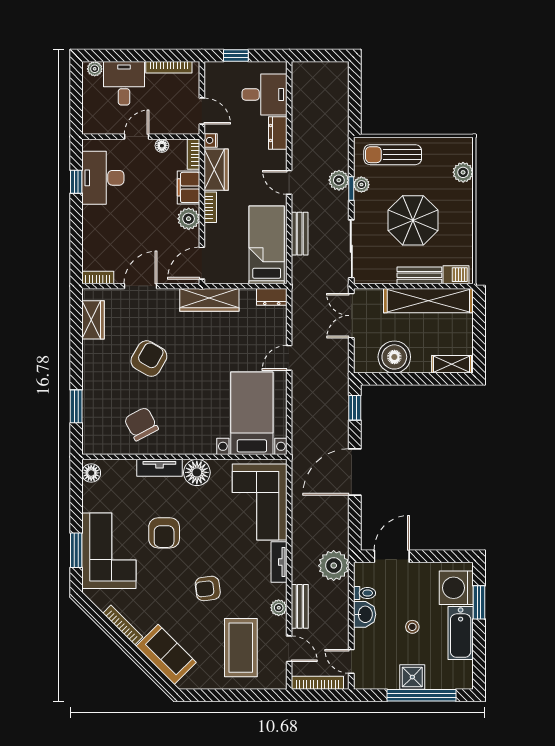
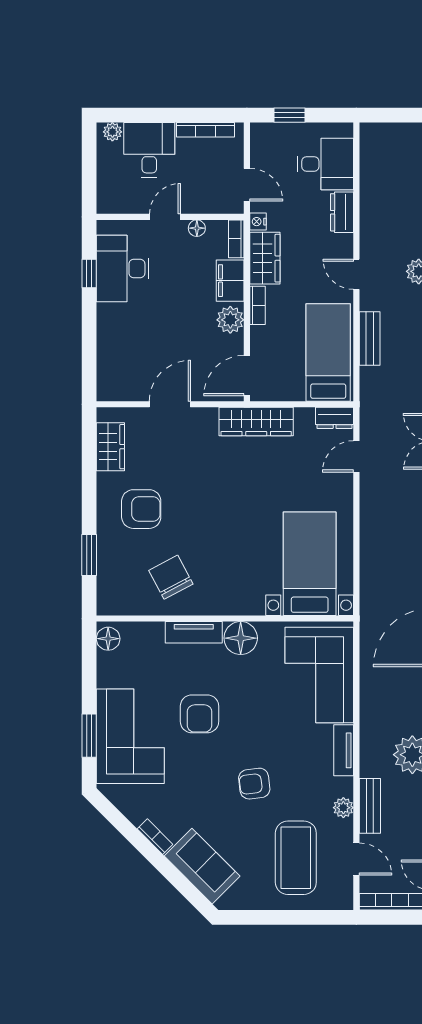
bookcase: (98, 277) -> (116, 393), removed
door: (289, 358) -> (356, 456), moved
armchair: (149, 359) -> (141, 509), moved, turned 60
bookcase: (123, 625) -> (155, 837), width x0.64

